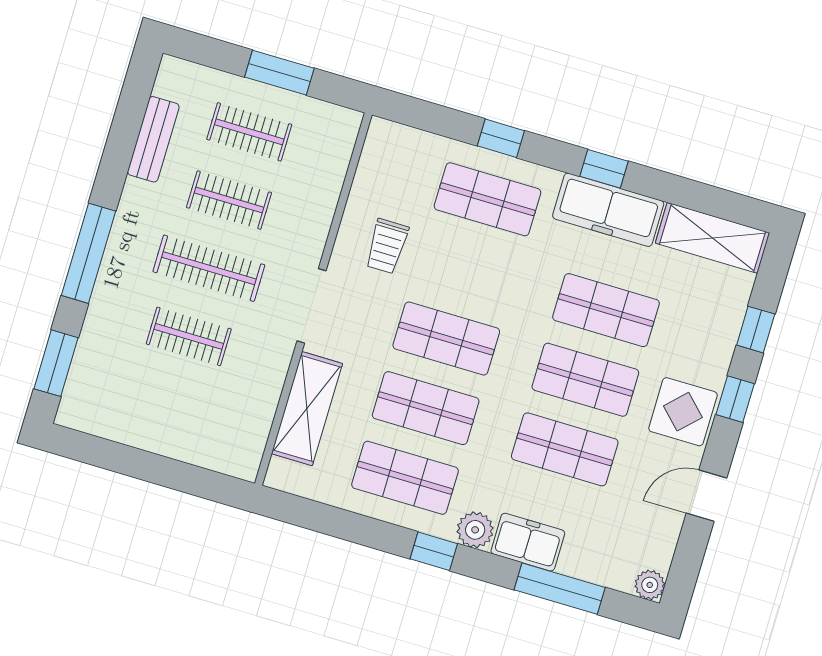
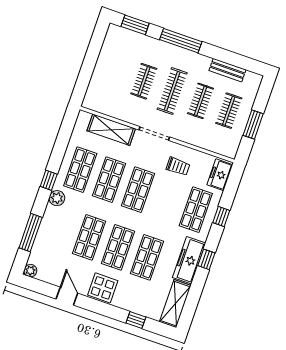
trolley: (387, 246) -> (178, 166), turned 180
window: (735, 399) -> (107, 310), removed
freezer: (528, 542) -> (220, 175), moved, turned 180

